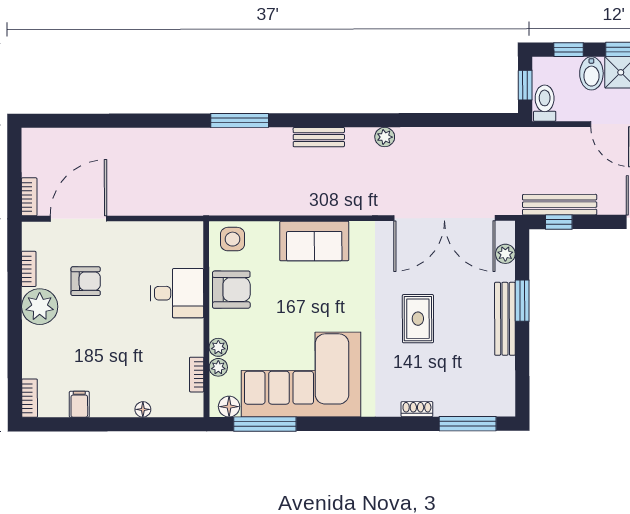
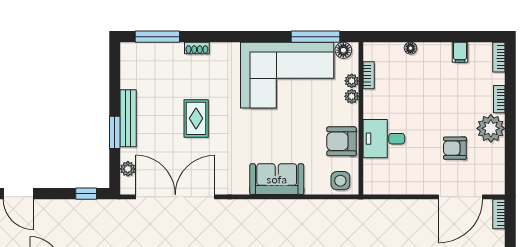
bench: (560, 205) -> (85, 207), removed
bookcase: (29, 269) -> (499, 99), moved

